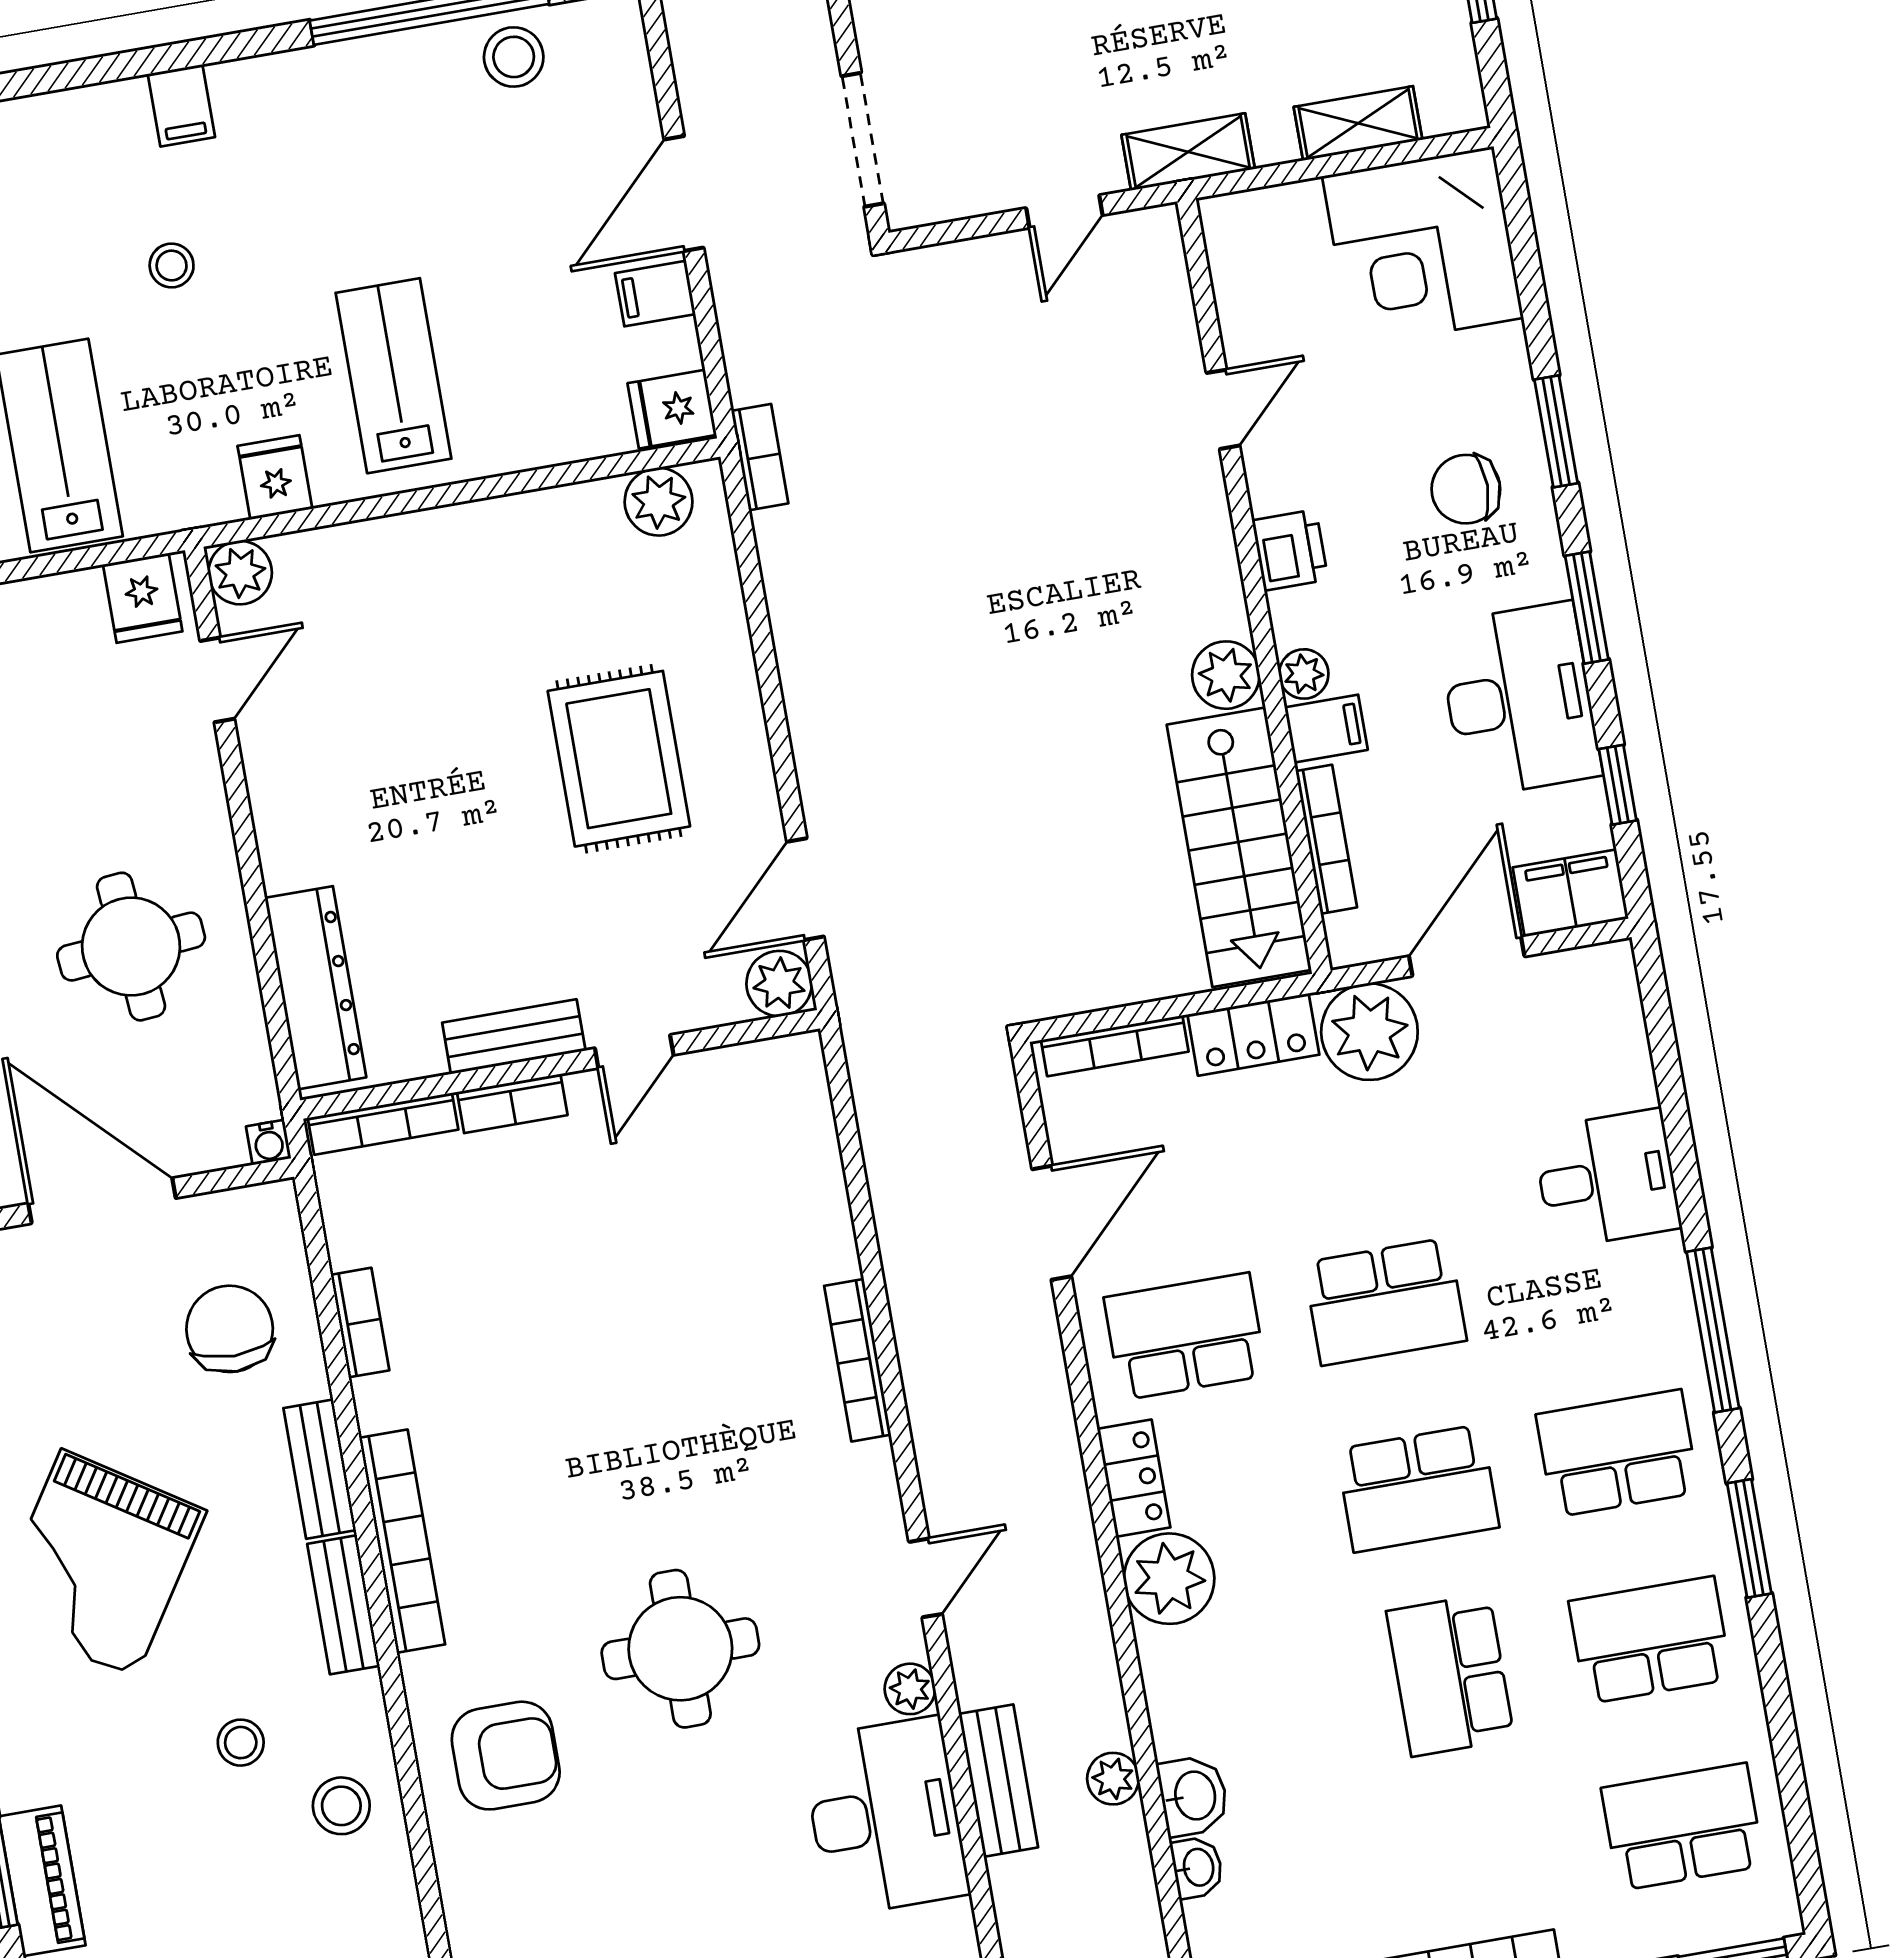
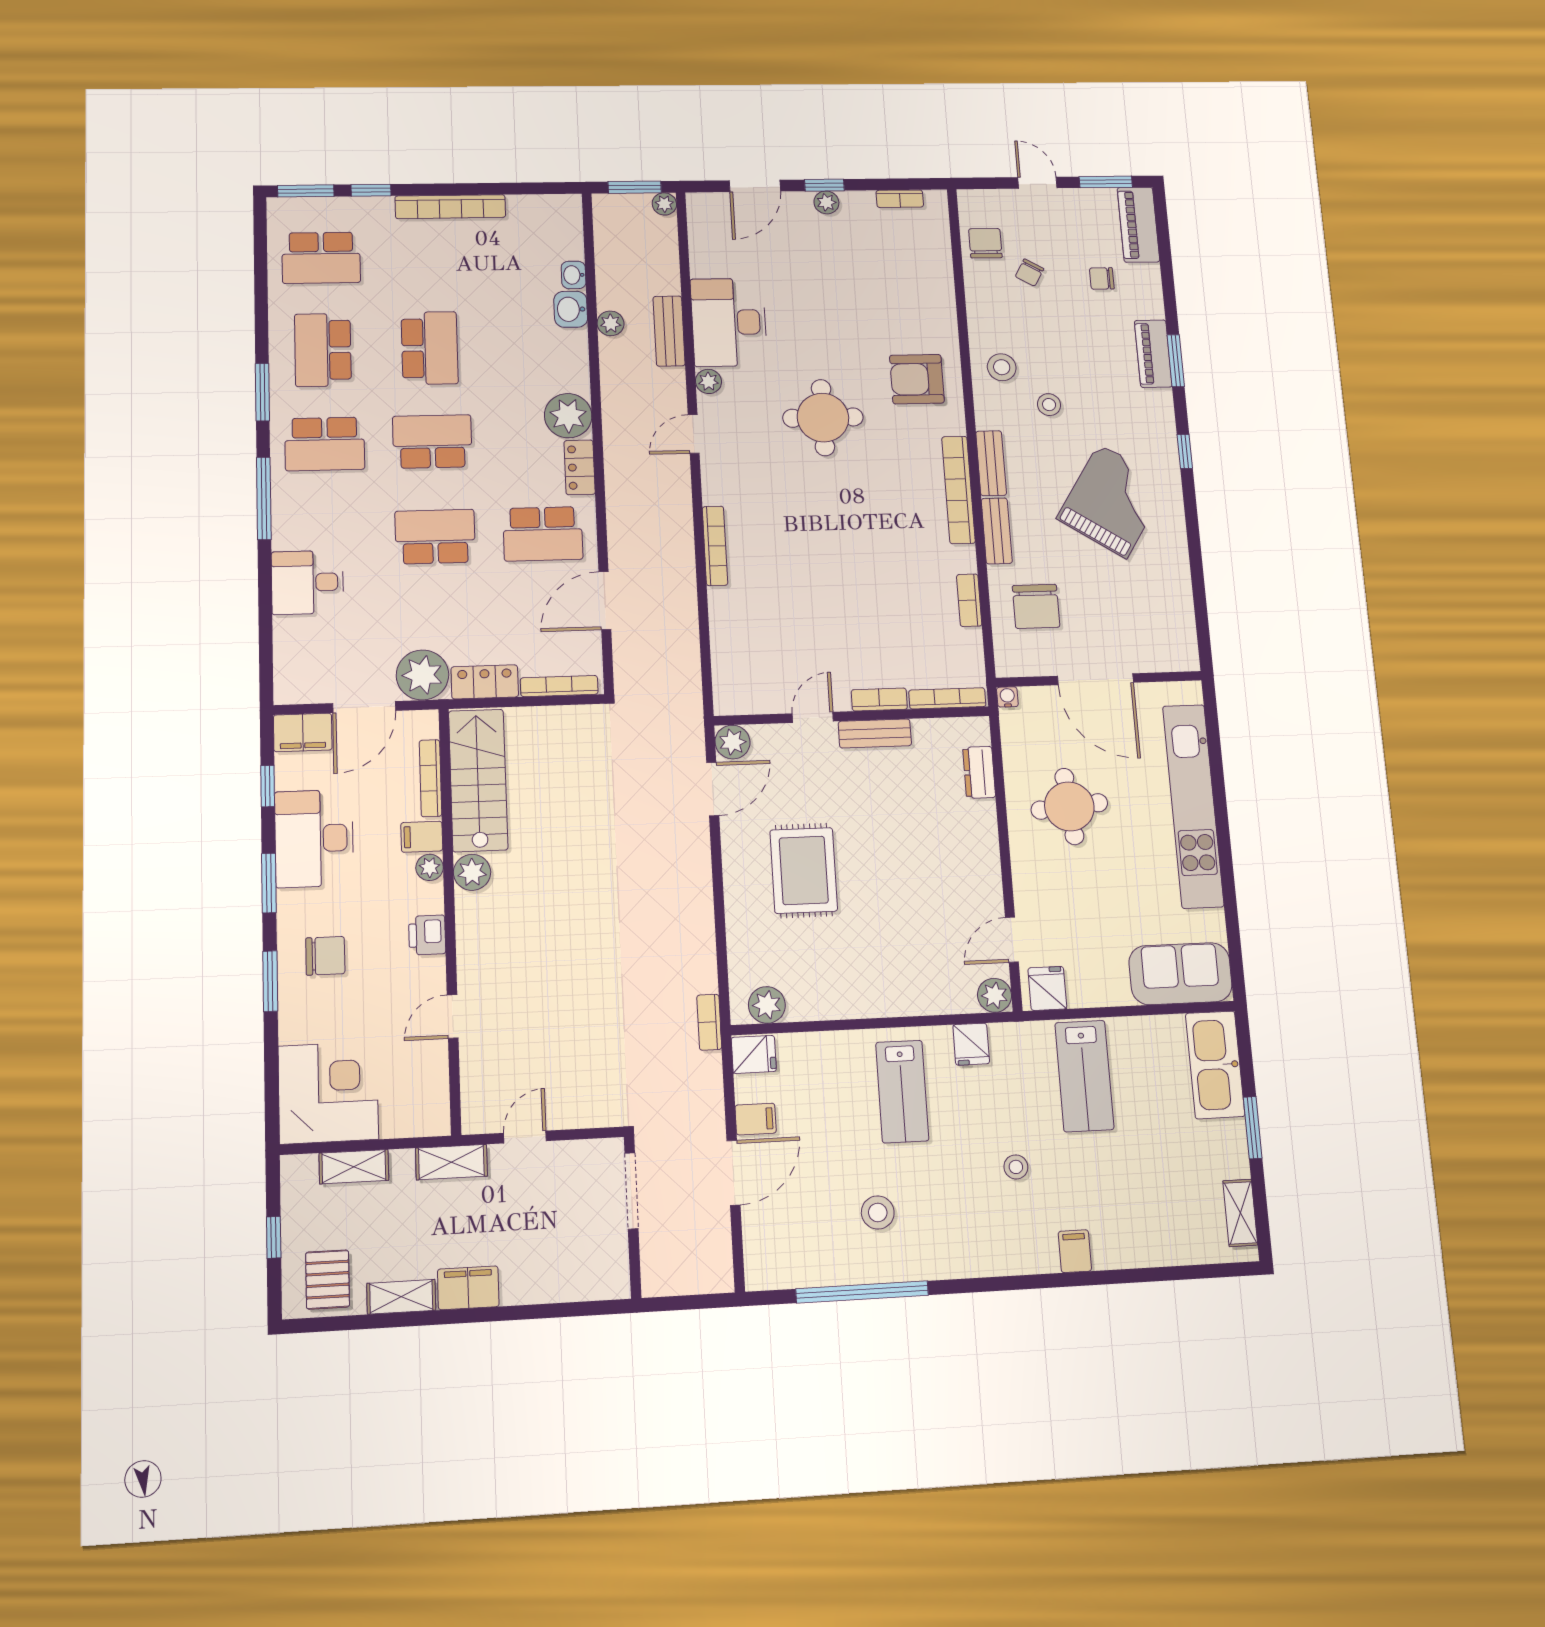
stool: (514, 57) -> (878, 1212), moved
filing cabinet: (181, 105) -> (1075, 1251), moved
dresser: (316, 988) -> (979, 772), width x0.51, depth x0.80
school desk: (1650, 1640) -> (323, 350), turned 90

